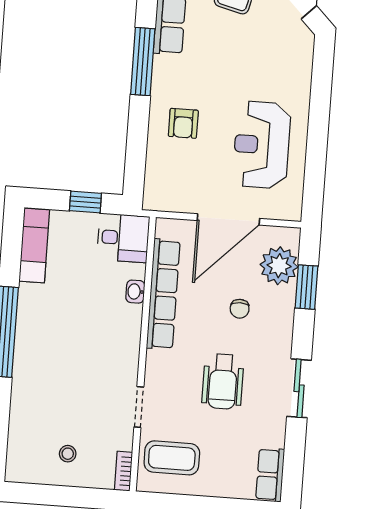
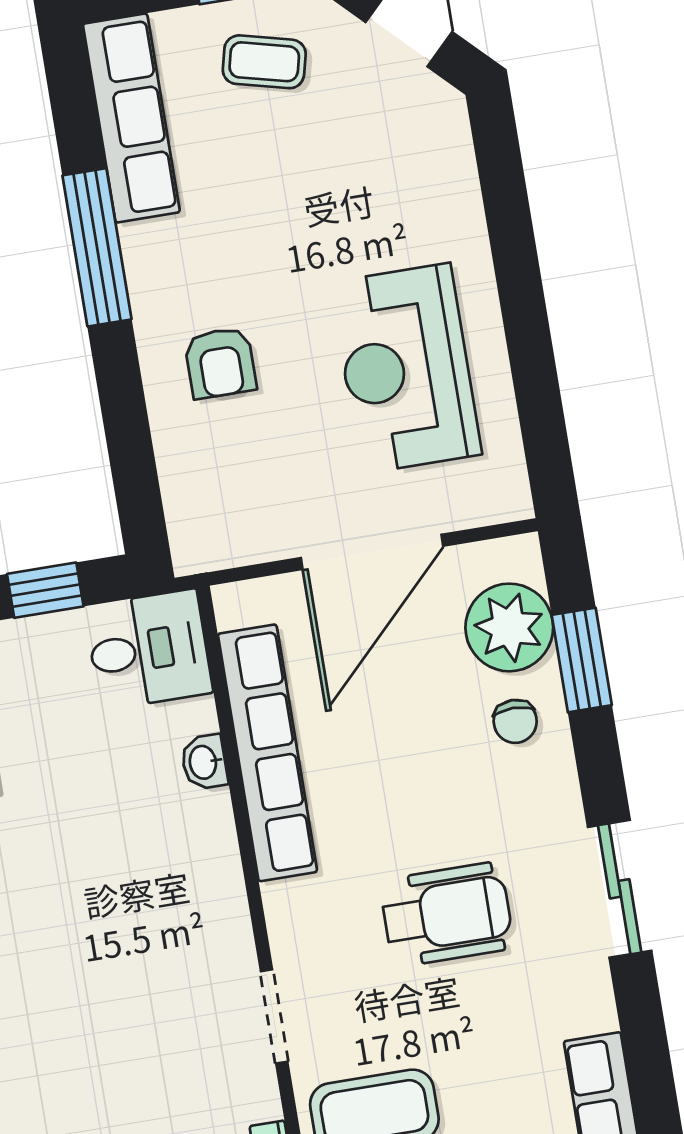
chair: (240, 309) -> (515, 721), moved
wheelchair: (223, 381) -> (447, 914), turned -90

